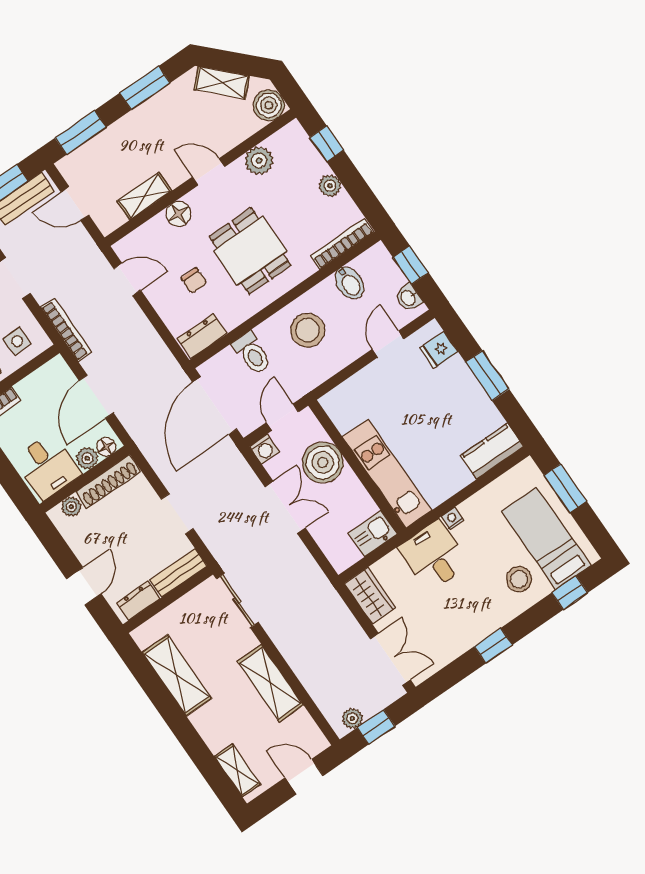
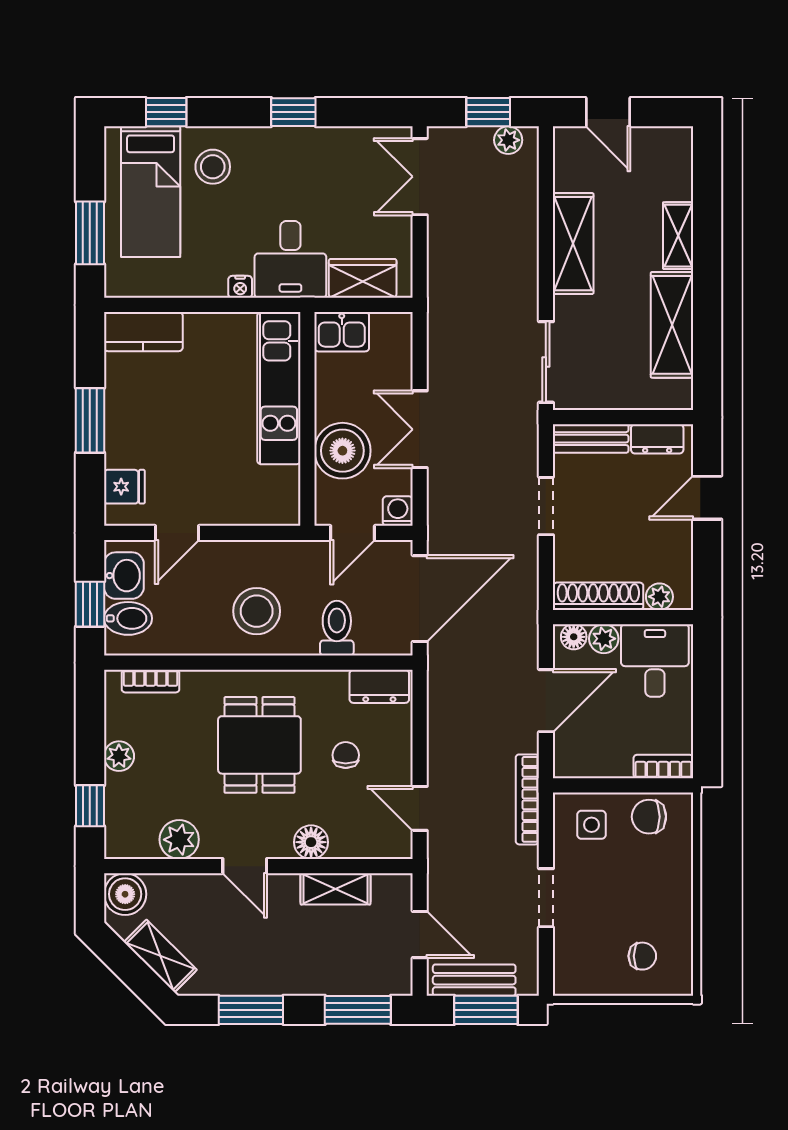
bookcase: (342, 244) -> (151, 681), width x0.64
bidet: (350, 283) -> (128, 618), moved, turned 90
washbasin: (409, 298) -> (124, 576), width x1.38, depth x1.45
wardrobe: (370, 596) -> (363, 278), moved, turned 90
shelving: (237, 770) -> (678, 236), moved

